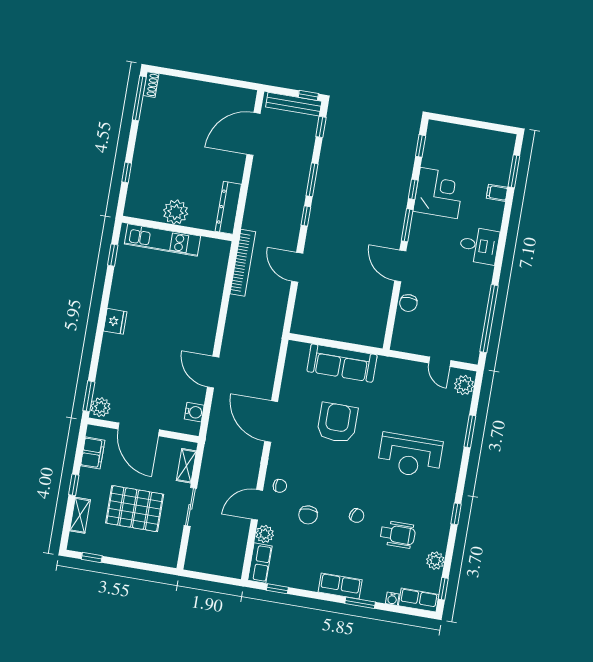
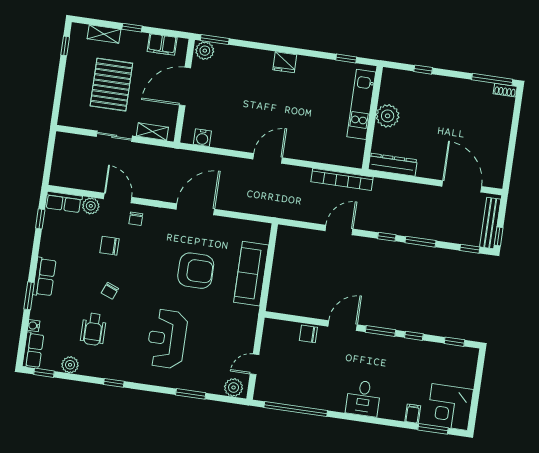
corner desk: (439, 193) -> (450, 407), moved, turned 90
door: (213, 372) -> (268, 158), moved

